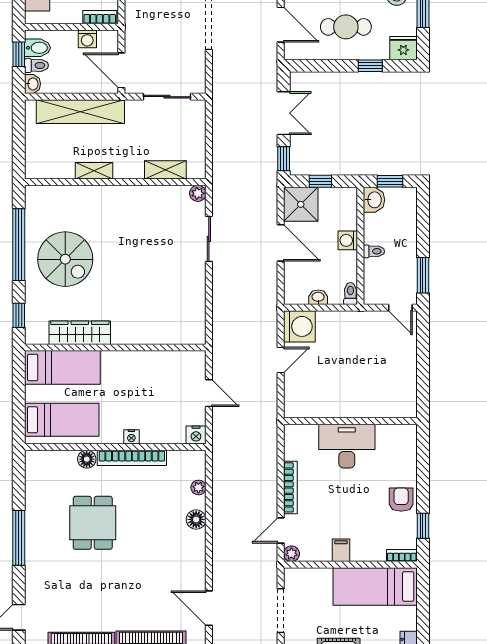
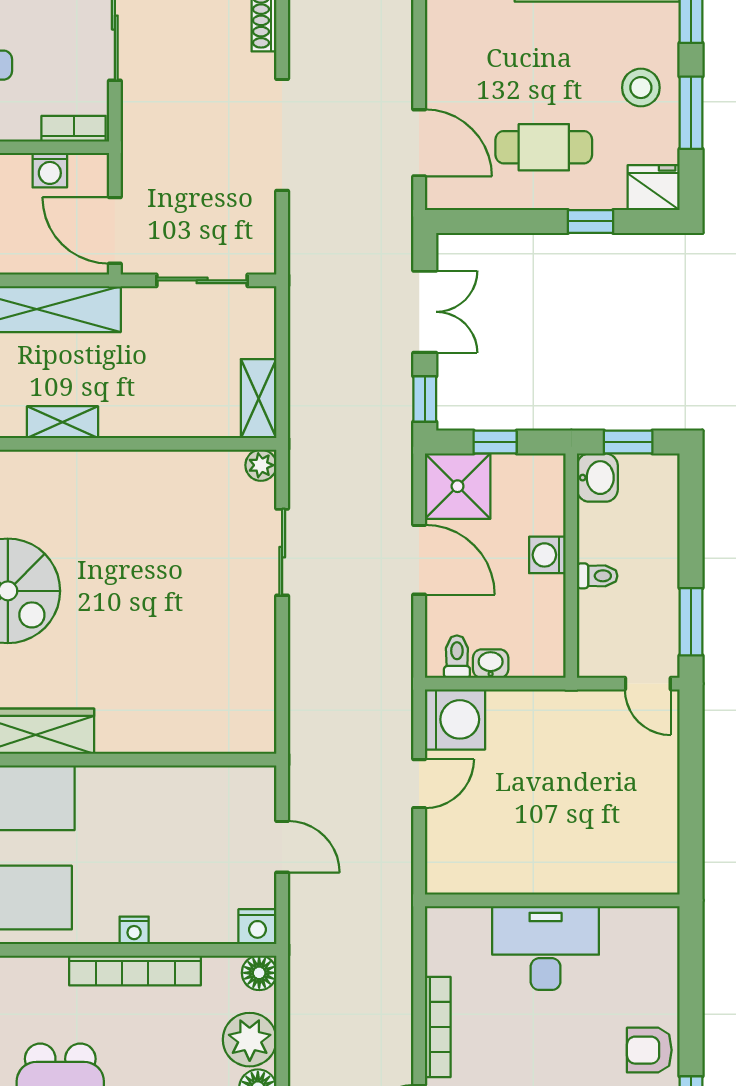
shelving: (165, 170) -> (259, 399), moved, turned 90
toilet: (350, 294) -> (457, 657), moved
floor lamp: (87, 459) -> (259, 973), moved
plant: (198, 488) -> (250, 1040), width x1.88, depth x1.88
armchair: (401, 500) -> (649, 1050), turned -90

